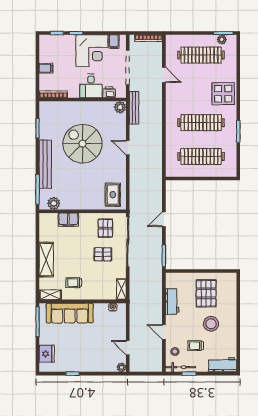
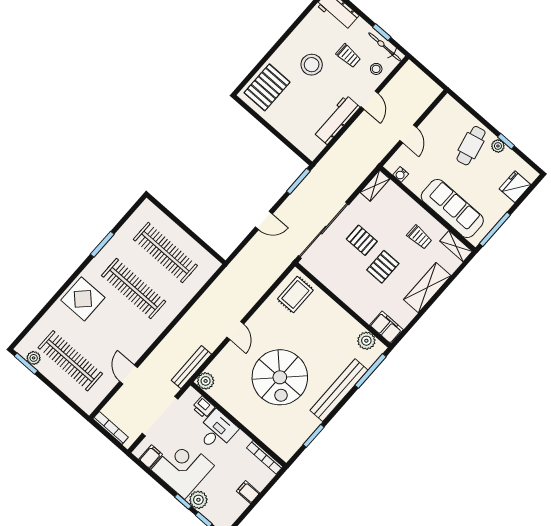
plant: (69, 41) -> (198, 500), added
filing cabinet: (68, 220) -> (386, 327), moved
pallet: (105, 228) -> (383, 267), moved
pallet: (206, 293) -> (267, 87), moved
workbench: (172, 301) -> (337, 120), width x1.38
door: (128, 348) -> (408, 134), moved
cafe table: (89, 355) -> (471, 146), added
plant: (121, 367) -> (498, 146), moved

